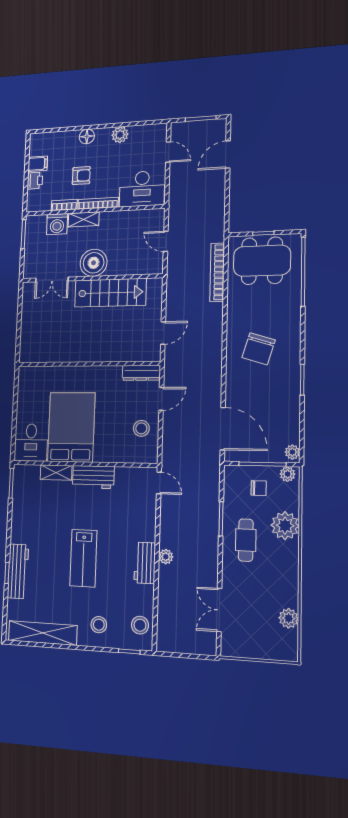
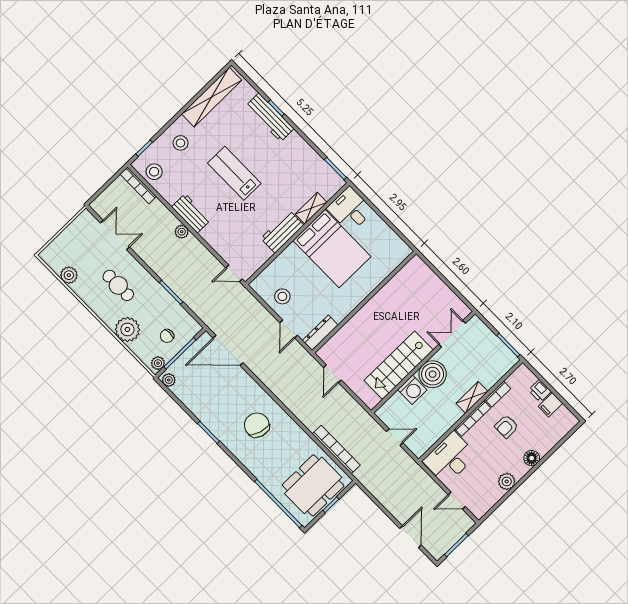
washing machine: (57, 224) -> (412, 390), moved, turned 180
cafe table: (246, 540) -> (118, 285), moved
bookcase: (162, 628) -> (138, 185), added

